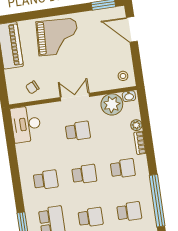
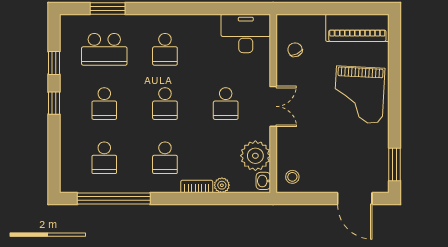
door: (132, 29) -> (355, 199), swing flipped

